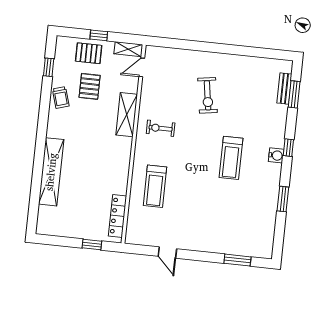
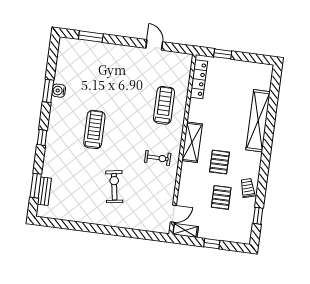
pallet: (89, 53) -> (219, 162), moved, turned 90
shelving: (127, 115) -> (192, 142), moved
water cooler: (276, 155) -> (59, 91), moved

